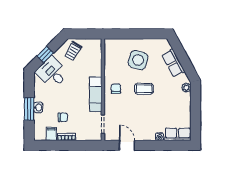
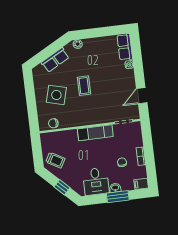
desk: (52, 73) -> (96, 181), moved, turned -45
chair: (116, 89) -> (53, 123), moved
filing cabinet: (51, 134) -> (141, 184), moved

